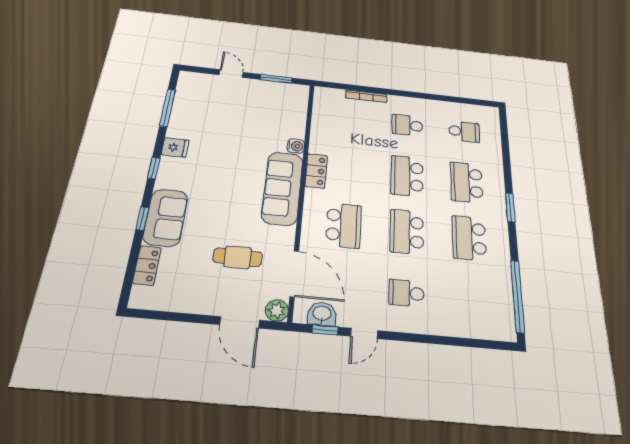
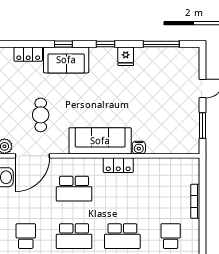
school desk: (407, 176) -> (122, 236), turned 180
school desk: (407, 232) -> (74, 236), turned 180

